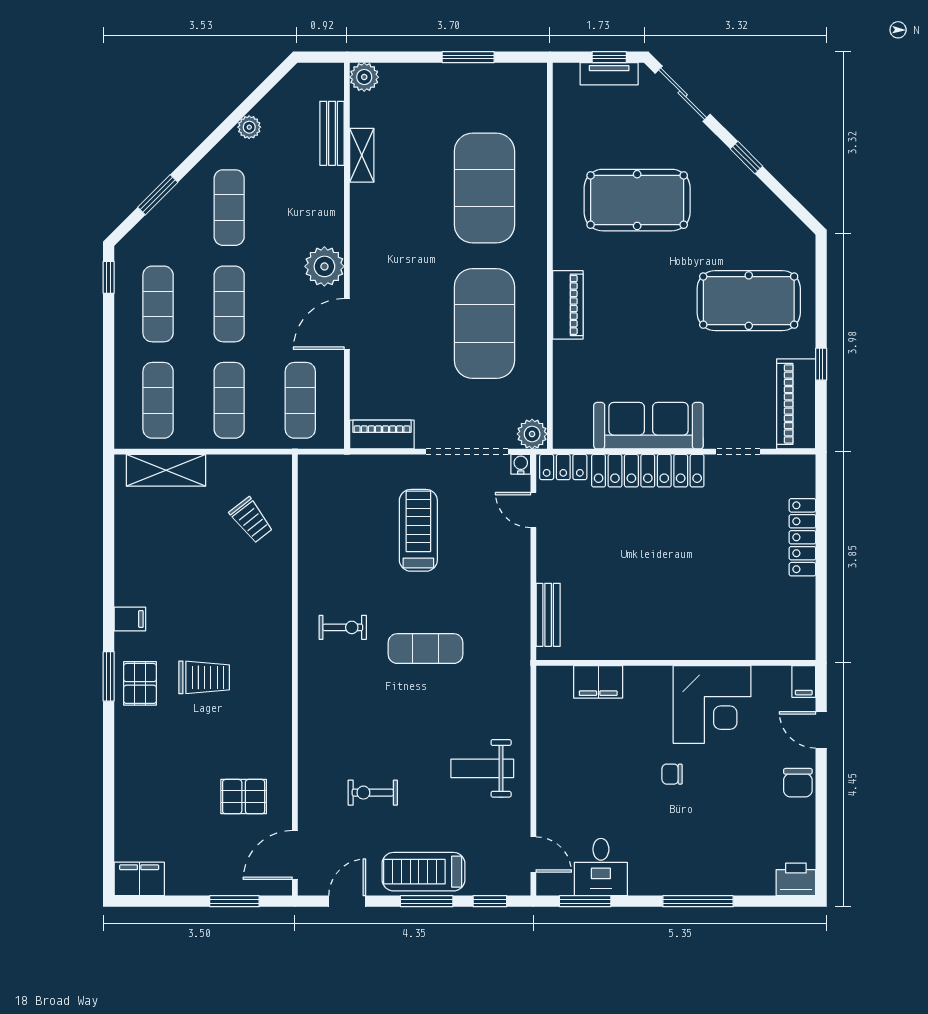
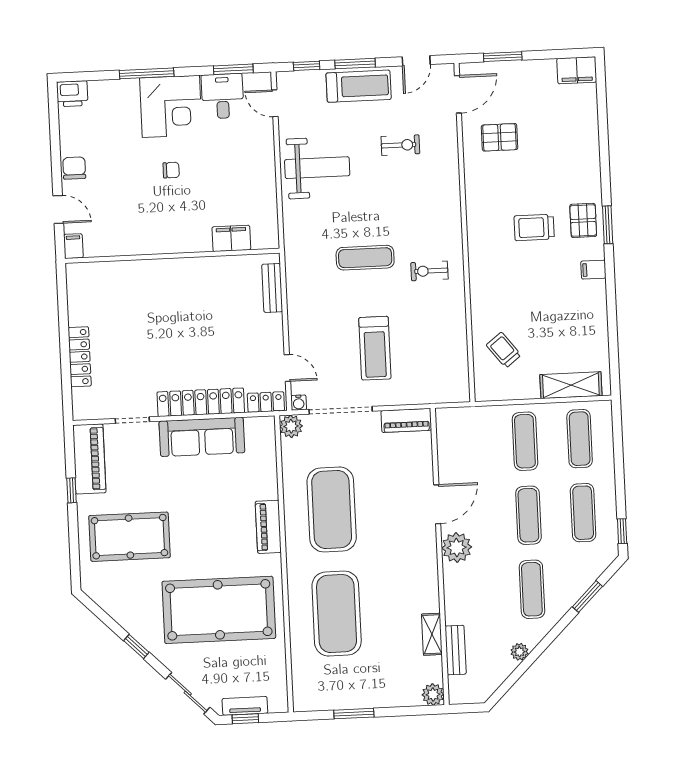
pool table: (637, 200) -> (219, 610), width x1.36, depth x1.32
exercise mat: (300, 400) -> (470, 444), removed
corner desk: (712, 704) -> (171, 106), moved, turned 180
weight bench: (482, 768) -> (317, 168), width x1.36, depth x1.33

